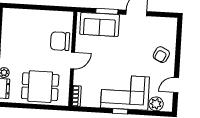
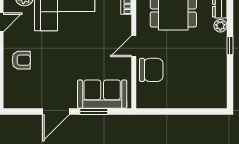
armchair: (161, 55) -> (21, 60), turned 64

